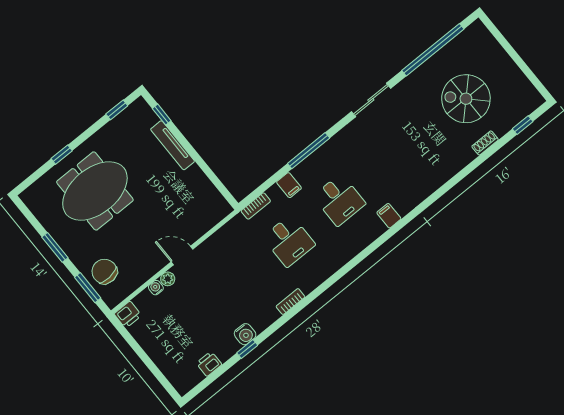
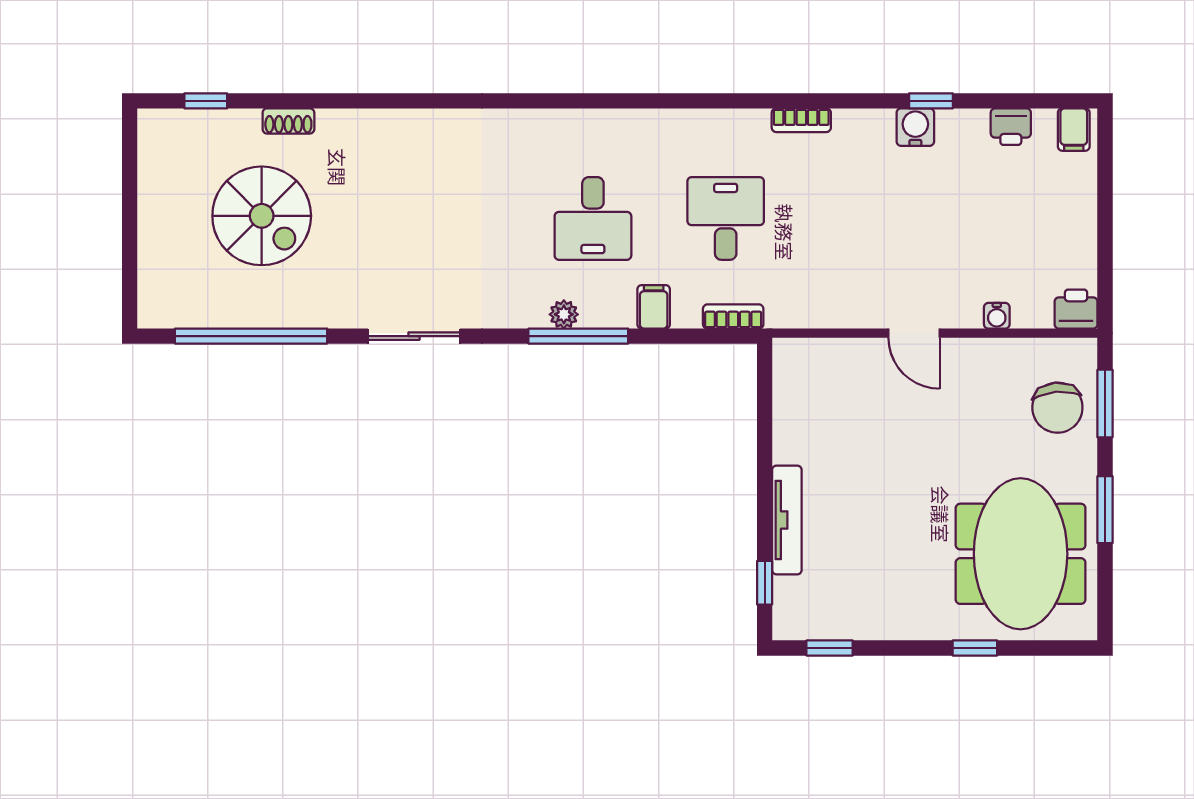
meeting table: (95, 191) -> (1021, 554), moved, turned 90
desk: (339, 200) -> (593, 218), turned 180
filing cabinet: (389, 216) -> (1074, 130), moved
plant: (168, 279) -> (564, 314), moved

